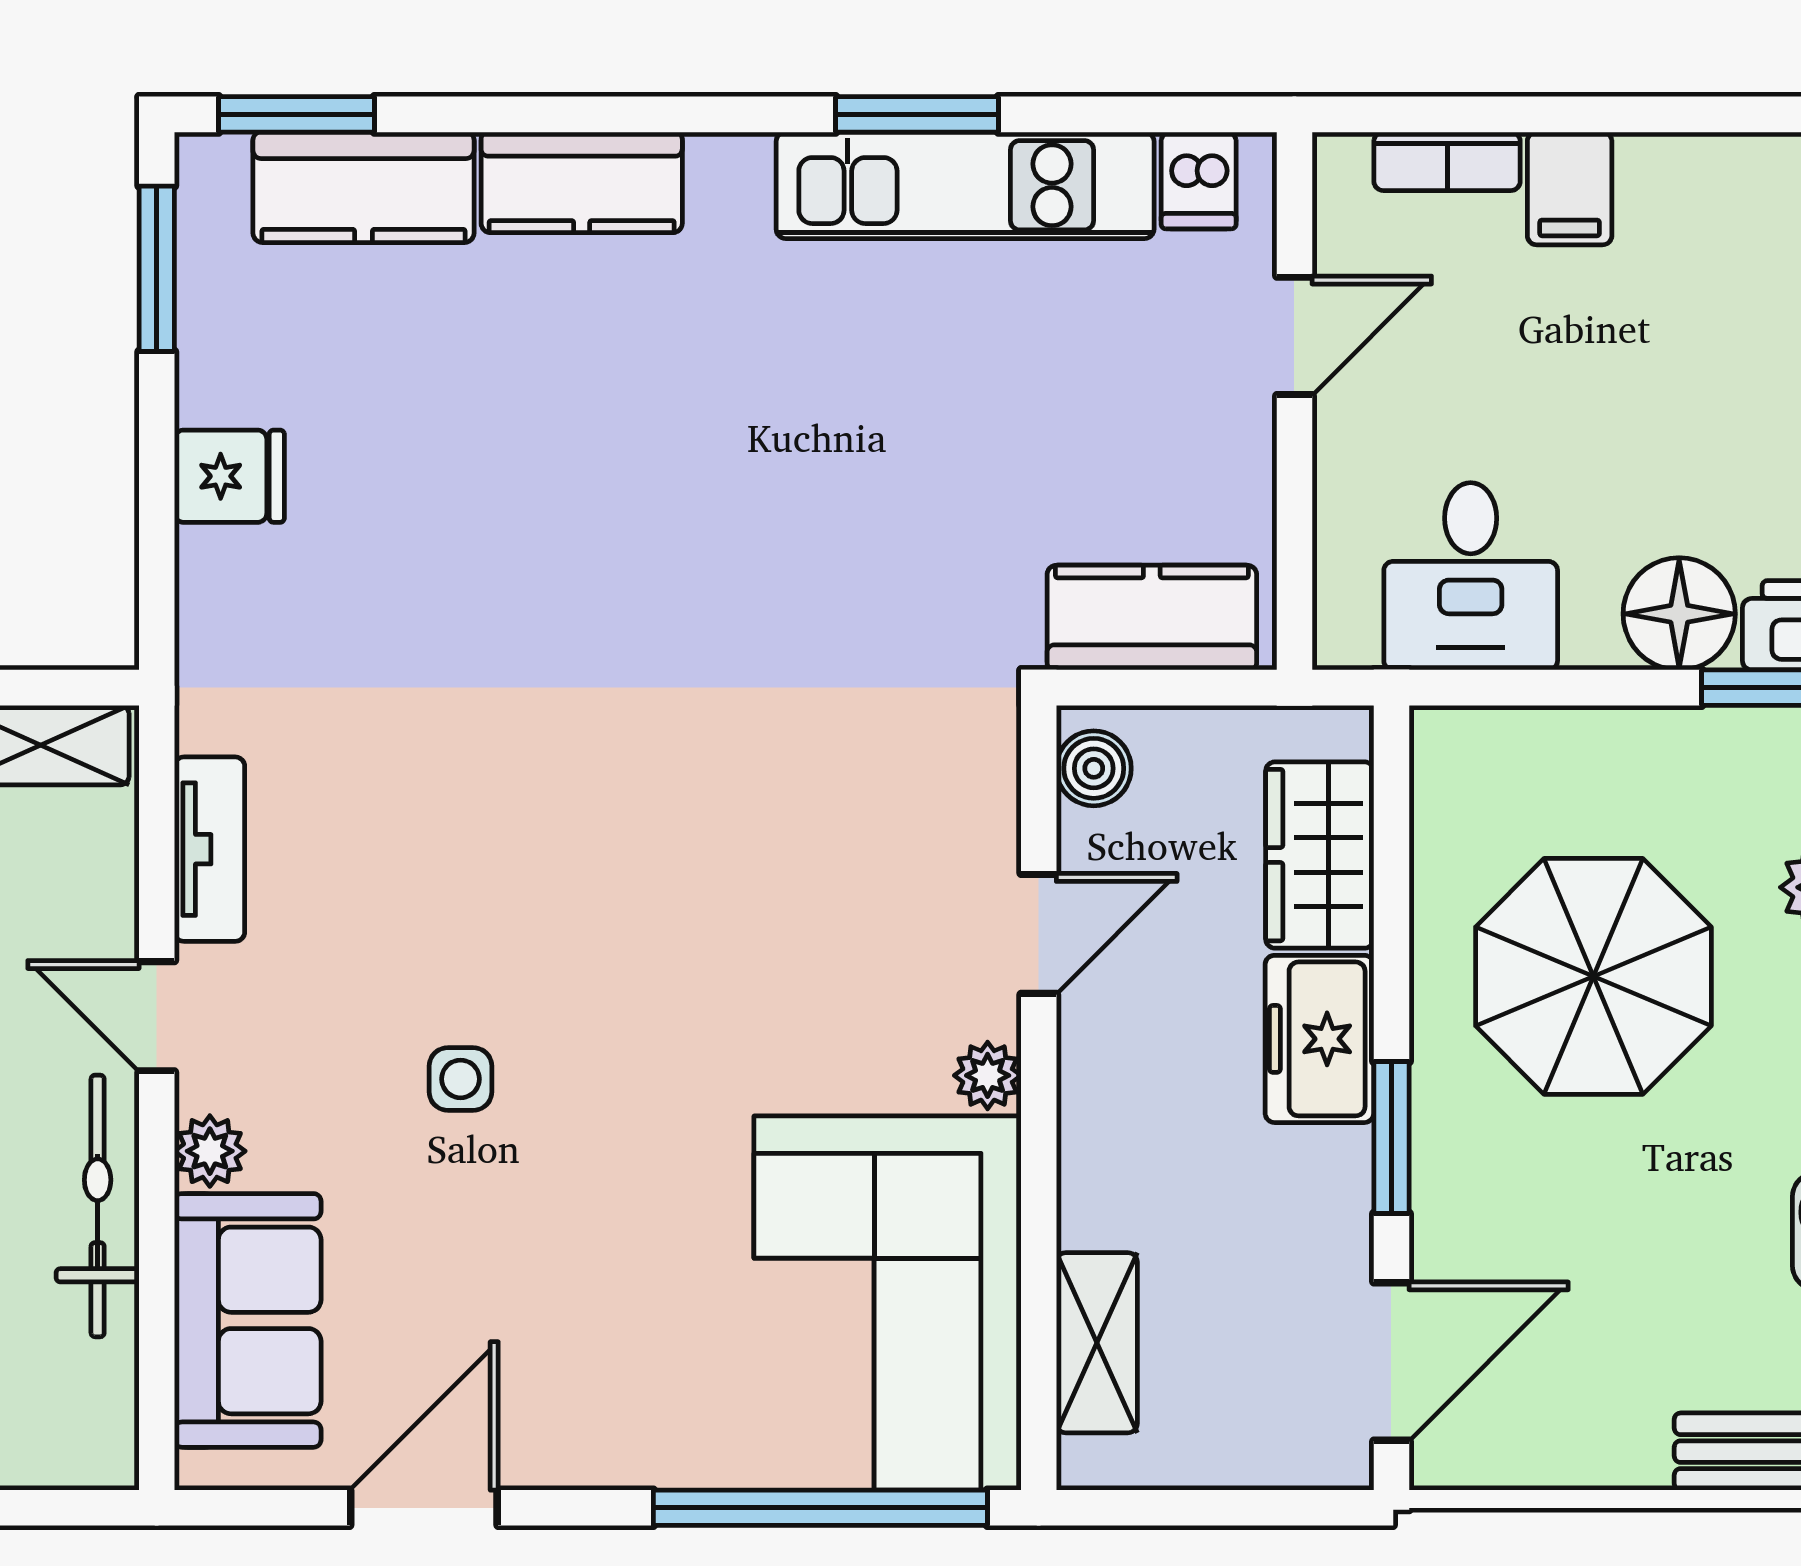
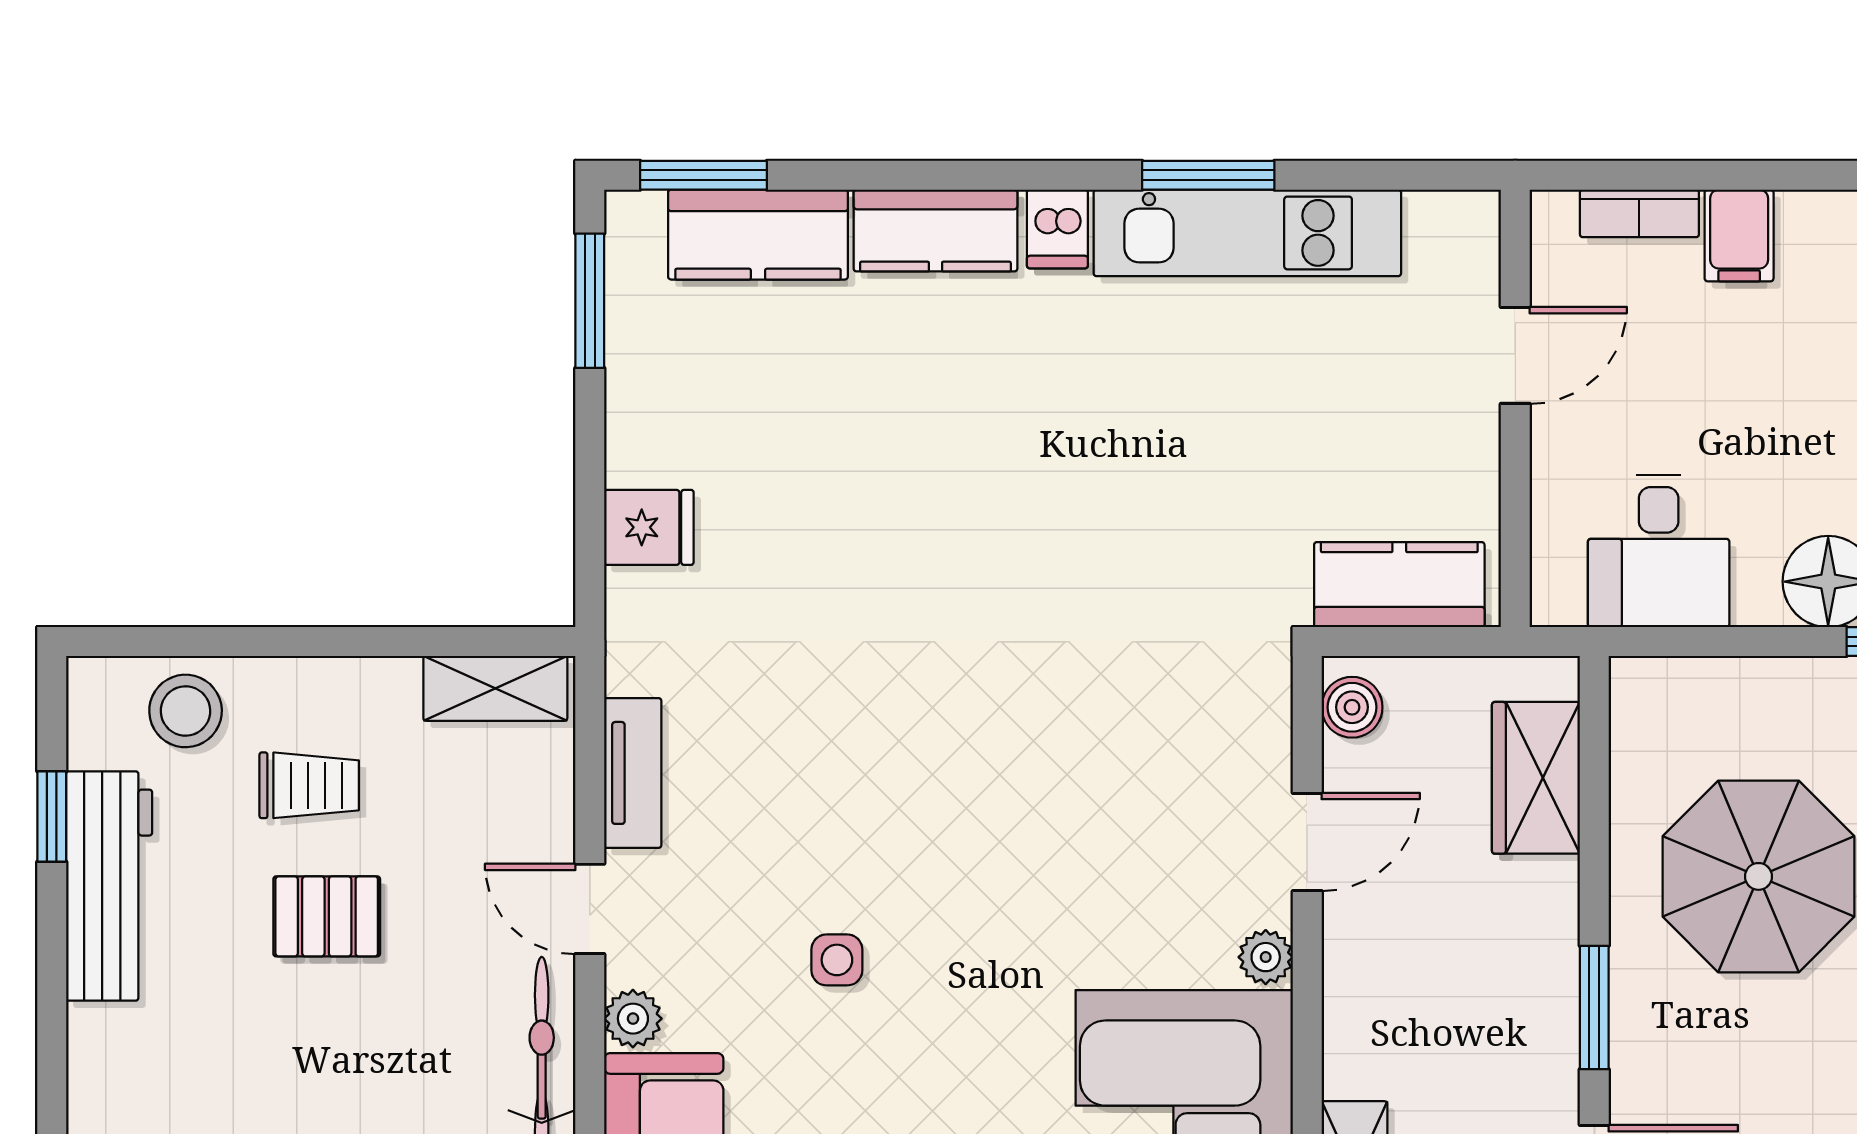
dishwasher: (1199, 180) -> (1057, 229), moved
fridge: (229, 476) -> (649, 527), moved
freezer: (1319, 1039) -> (1536, 927), removed

